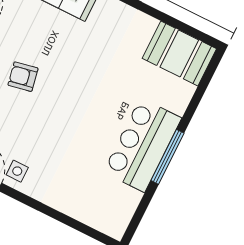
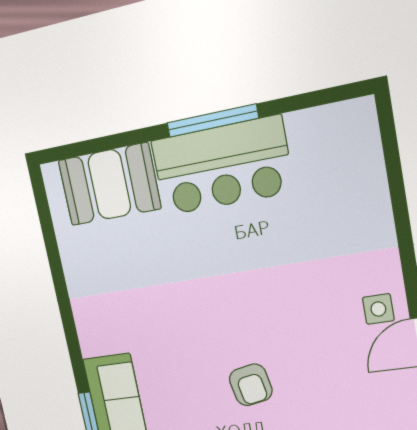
booth: (179, 54) -> (109, 184), moved, turned 90

